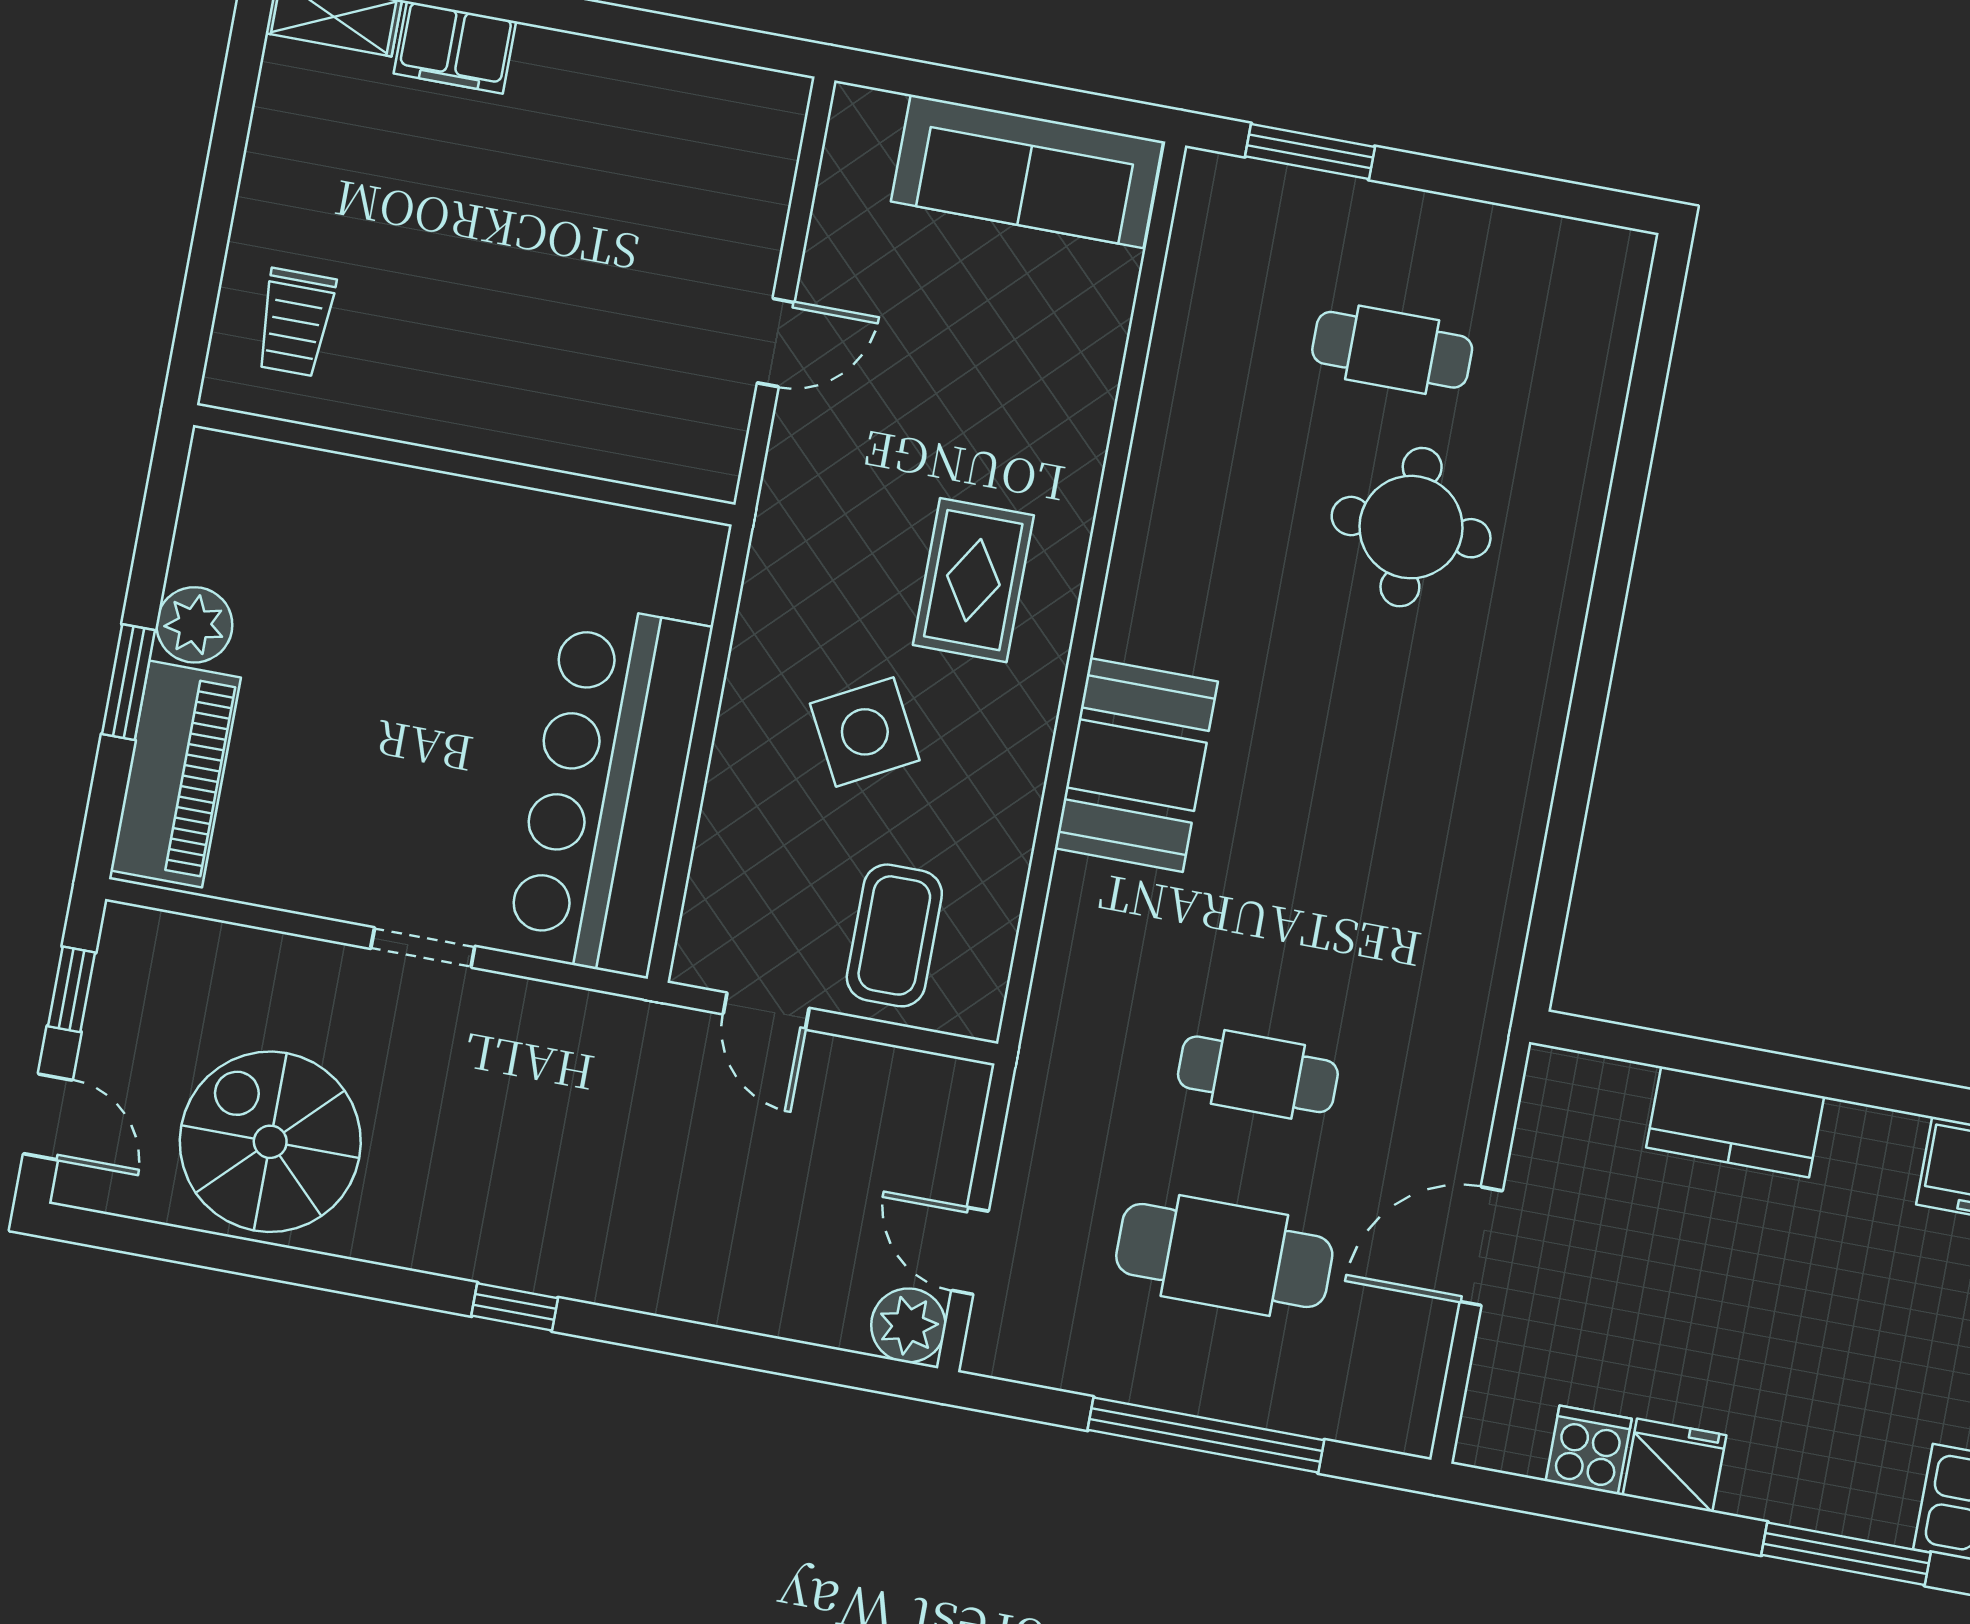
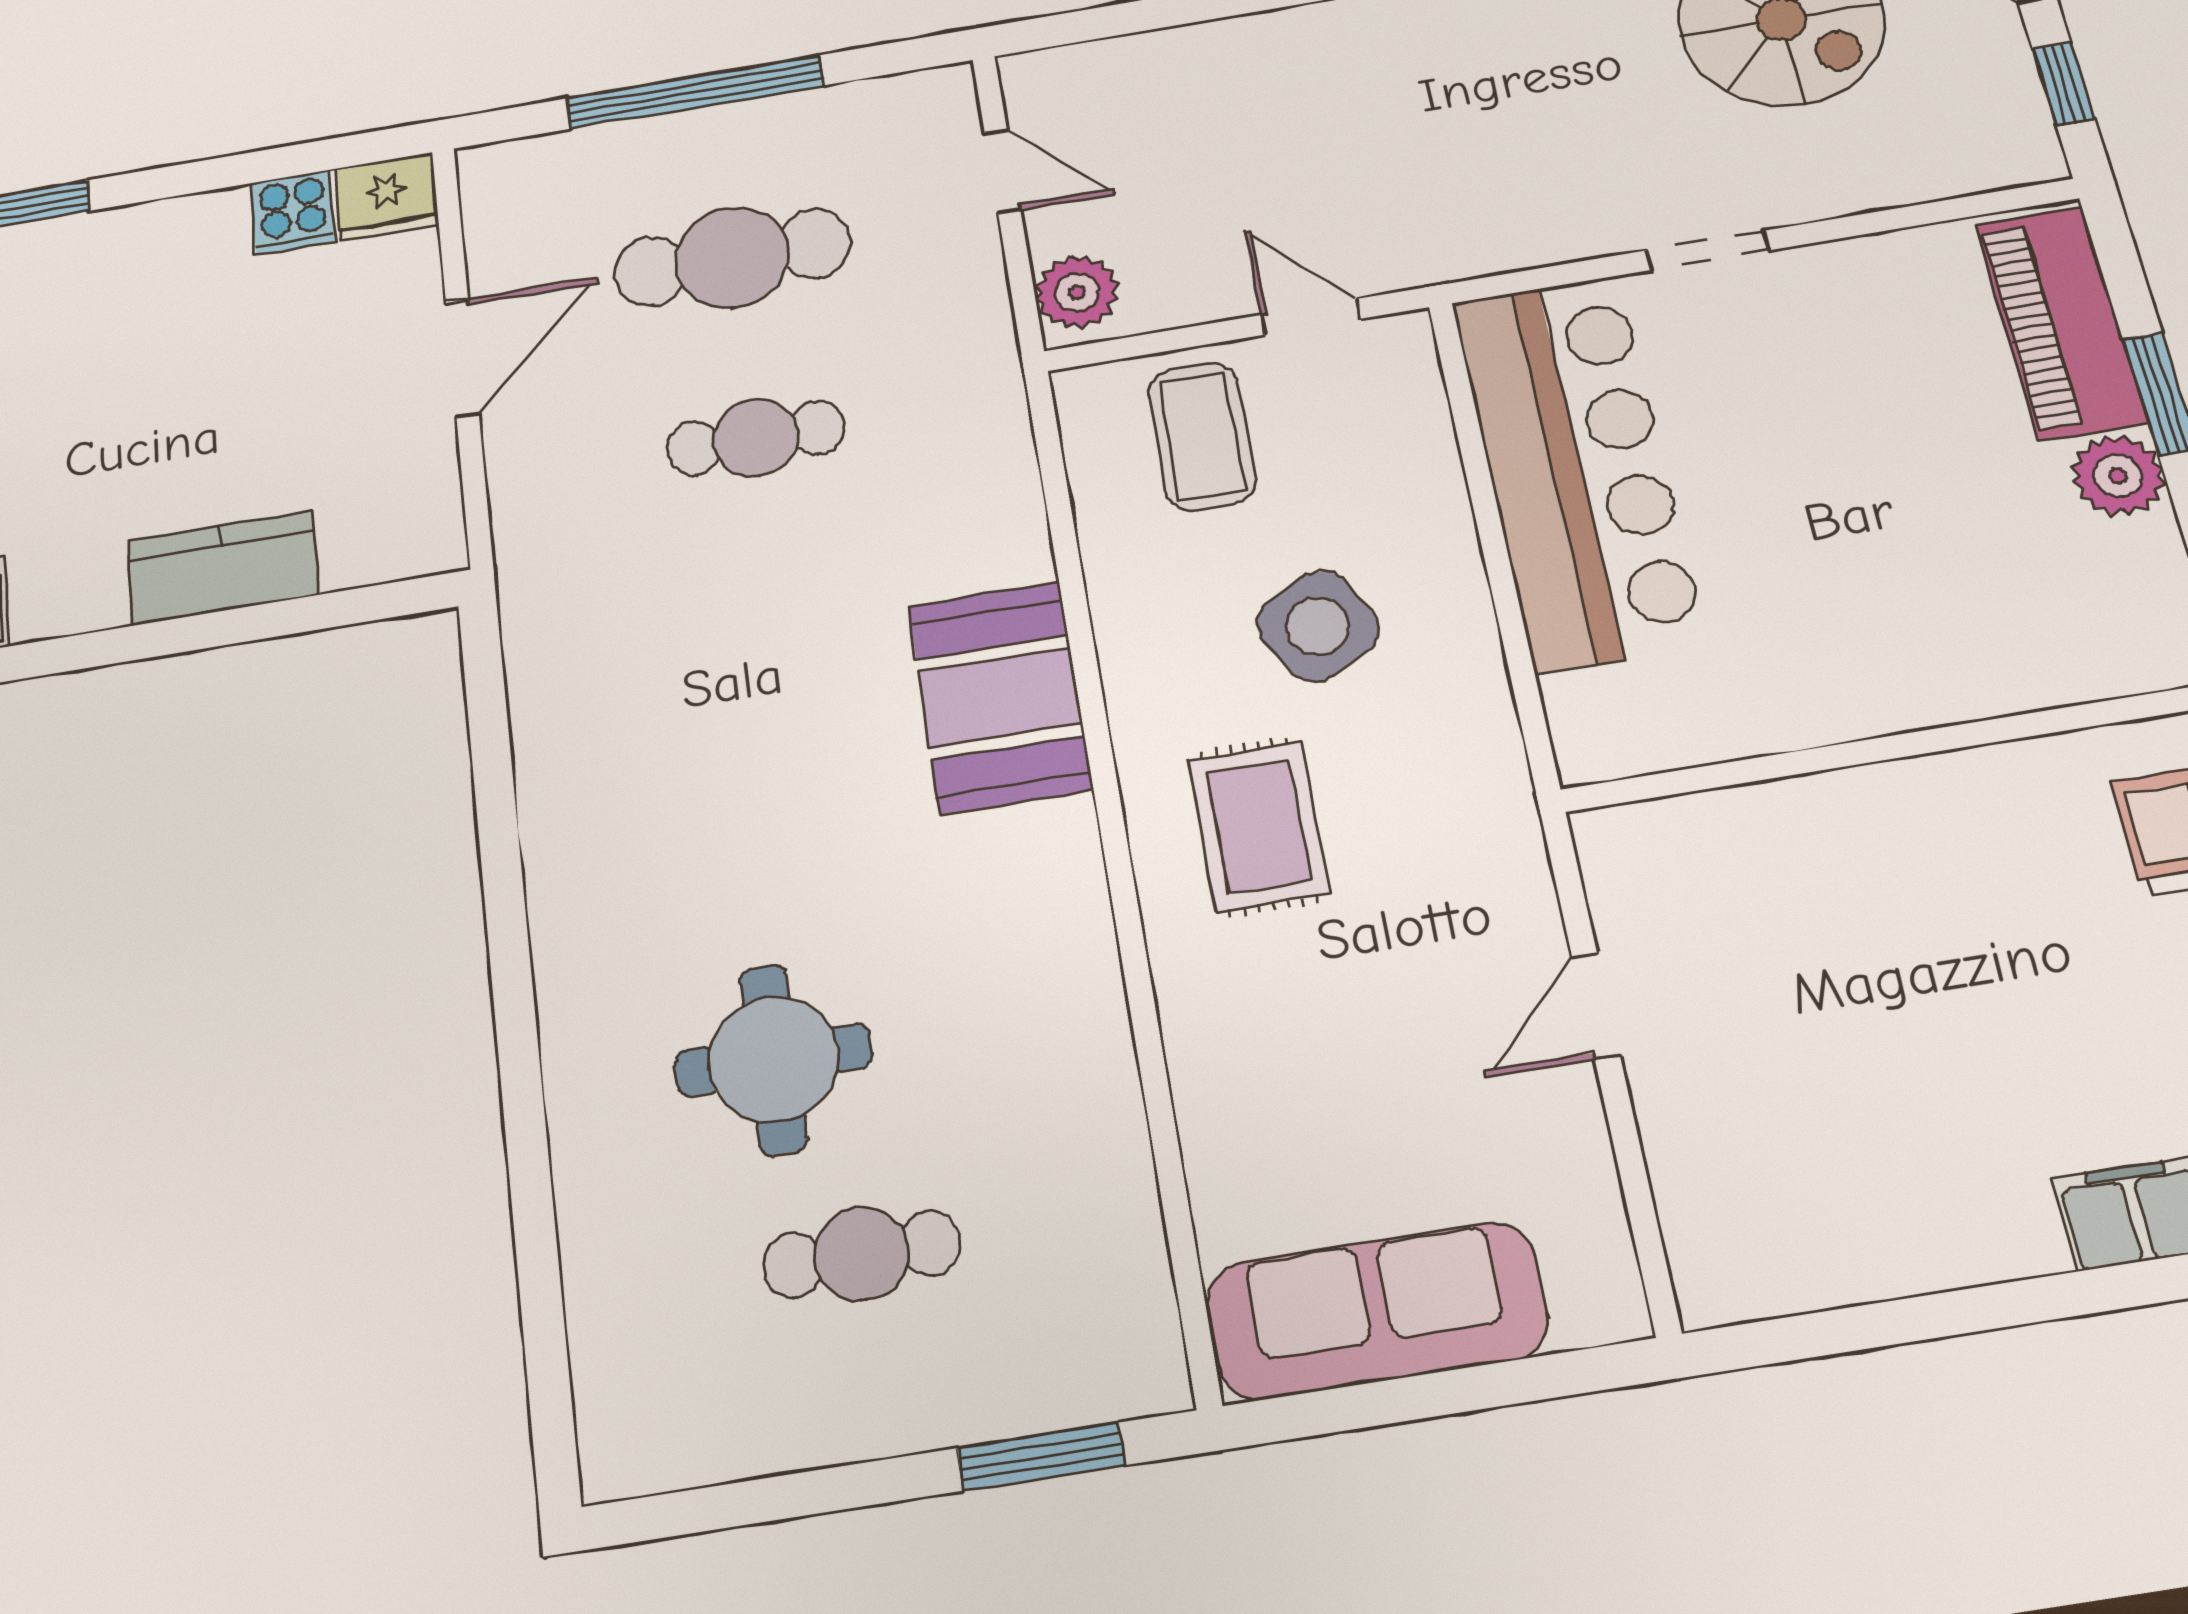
plant: (908, 1325) -> (1077, 292), moved
fridge: (1675, 1465) -> (387, 197), moved

